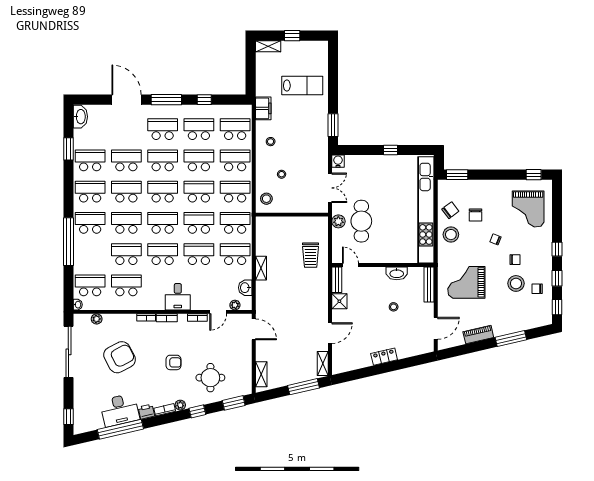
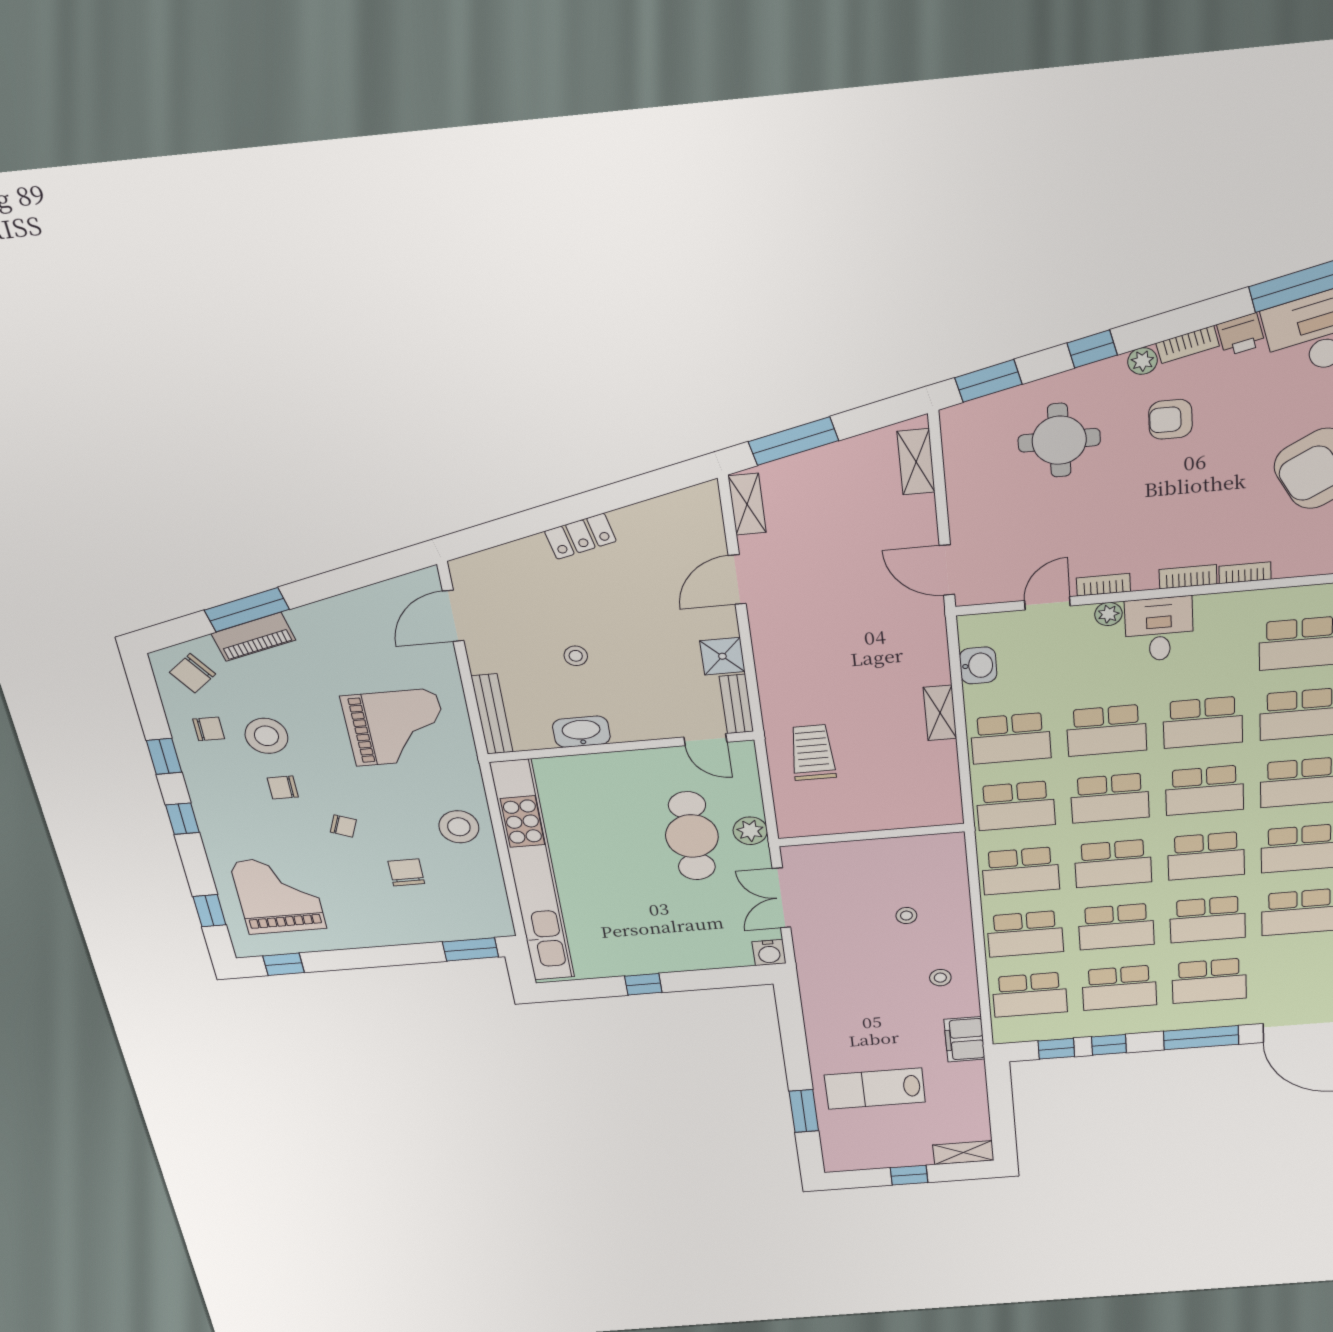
window: (226, 100) -> (1056, 1049), added
window: (333, 125) -> (804, 1111), moved
stool: (266, 199) -> (940, 863), removed
chair: (450, 210) -> (193, 673), moved
plant: (235, 305) -> (1108, 614), moved
window: (557, 307) -> (210, 911), moved
piano: (478, 335) -> (253, 637), moved
armchair: (173, 362) -> (1170, 419), moved

